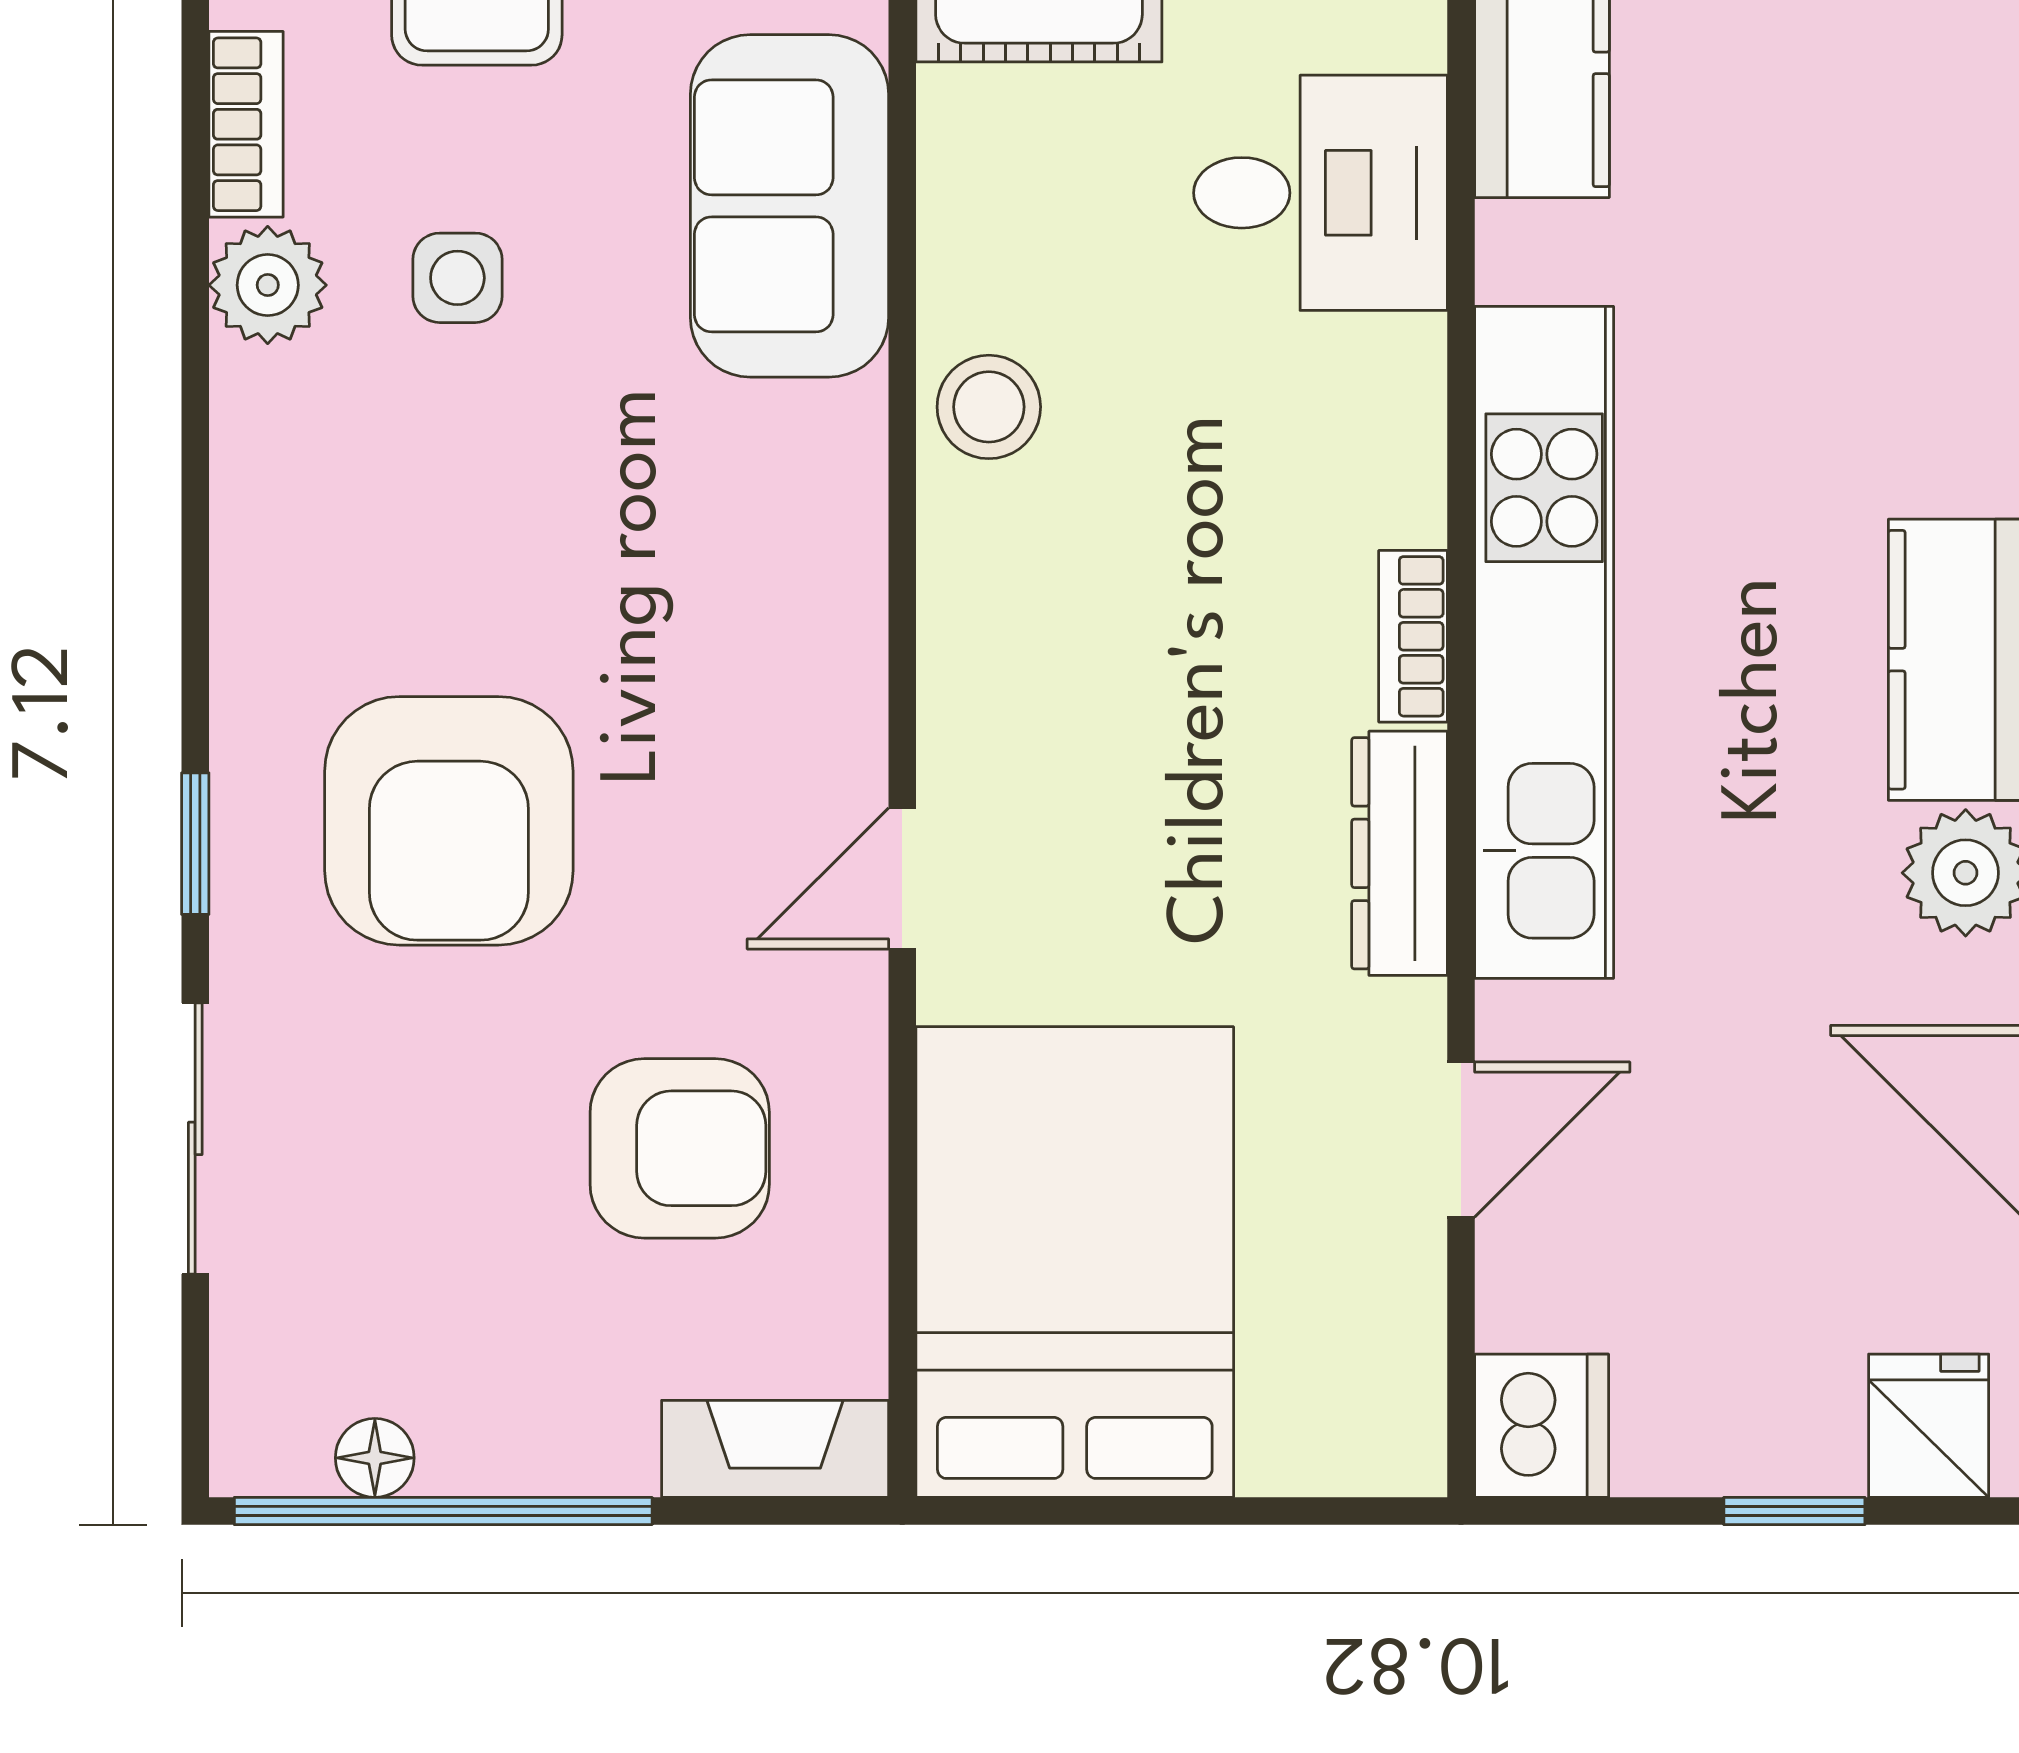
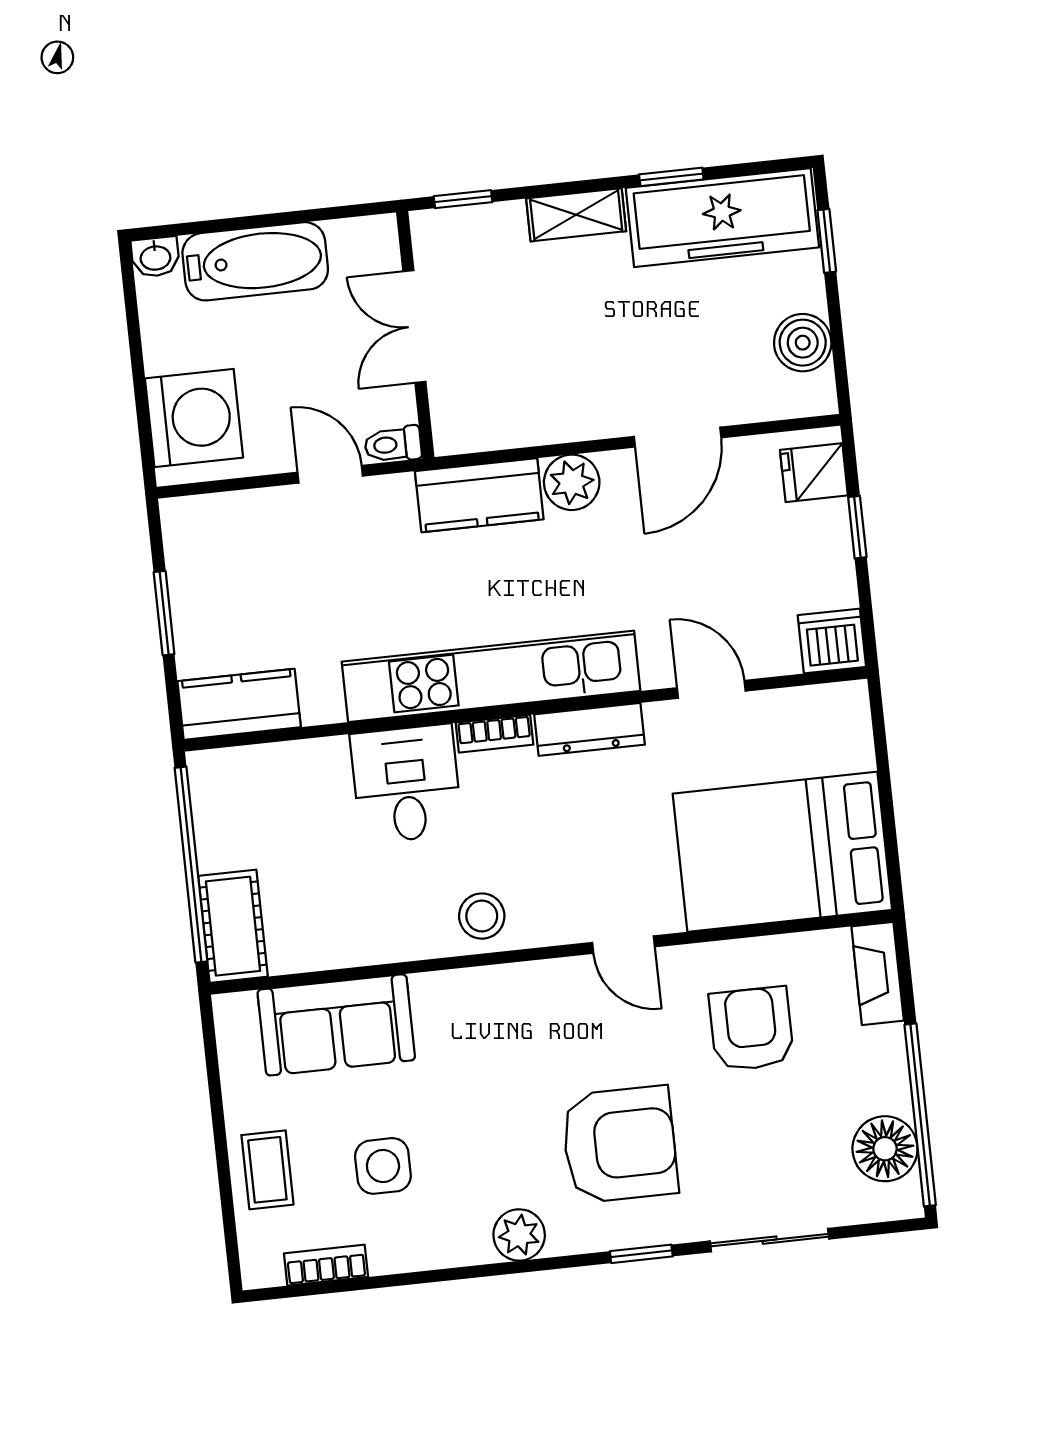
desk: (1320, 193) -> (406, 784), moved
side table: (457, 278) -> (383, 1166), width x1.37, depth x1.37
plant: (268, 285) -> (519, 1235), moved
stool: (989, 407) -> (482, 916), moved
floor lamp: (375, 1458) -> (885, 1149), width x1.89, depth x1.89

